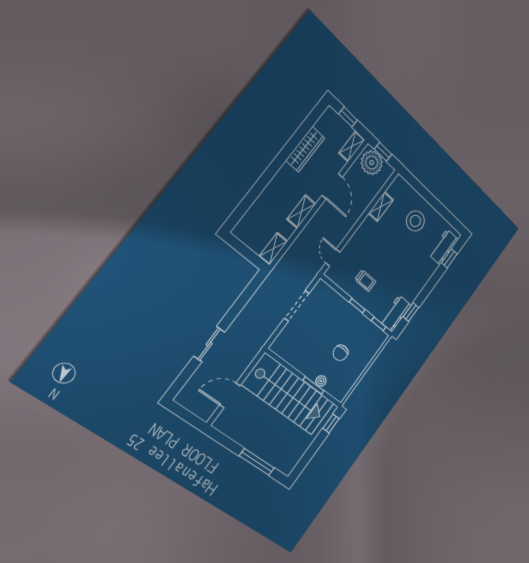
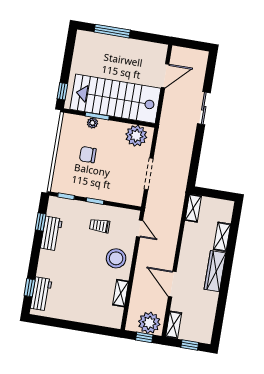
wardrobe: (305, 149) -> (215, 271), moved
shelving: (301, 212) -> (222, 237), moved
stool: (415, 221) -> (116, 258), moved
workbench: (396, 314) -> (51, 233), moved
plant: (289, 349) -> (136, 136), added
chair: (341, 353) -> (88, 155), turned -90

